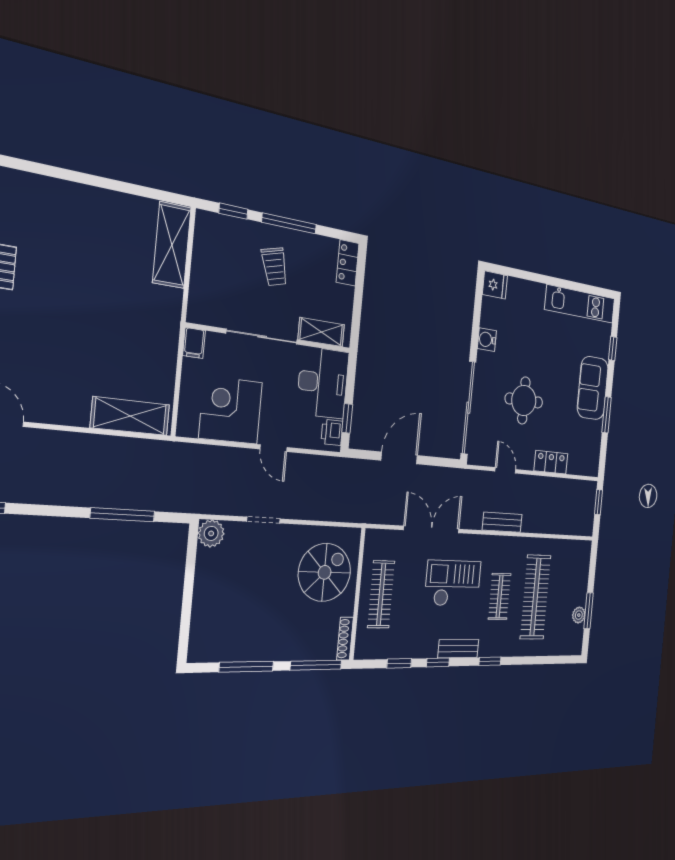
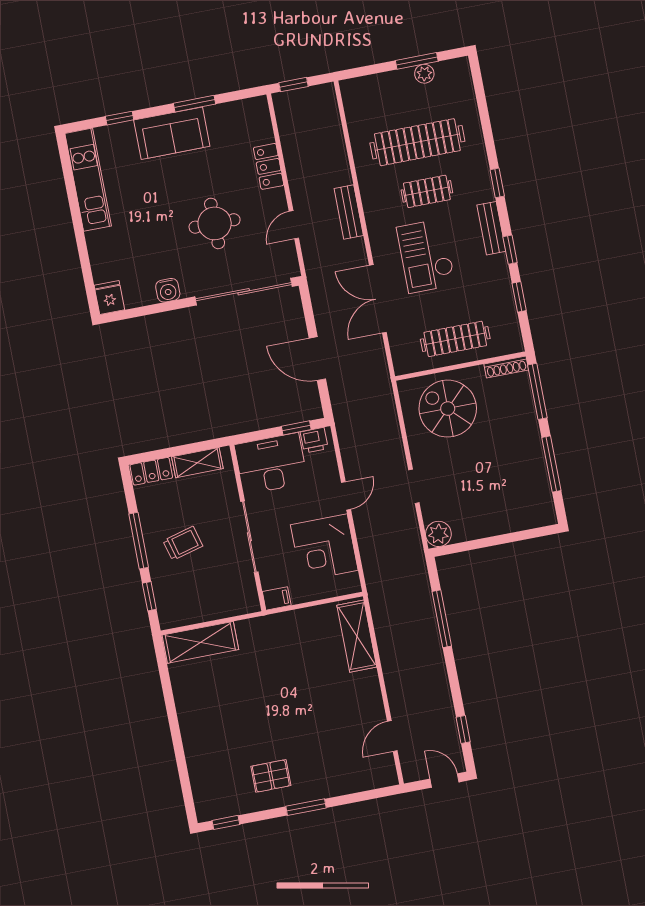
shelving: (321, 332) -> (197, 463), moved, turned 90

